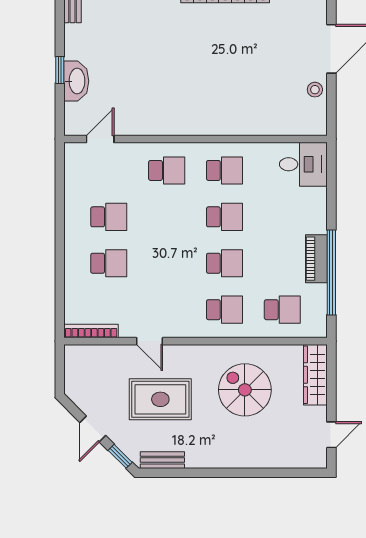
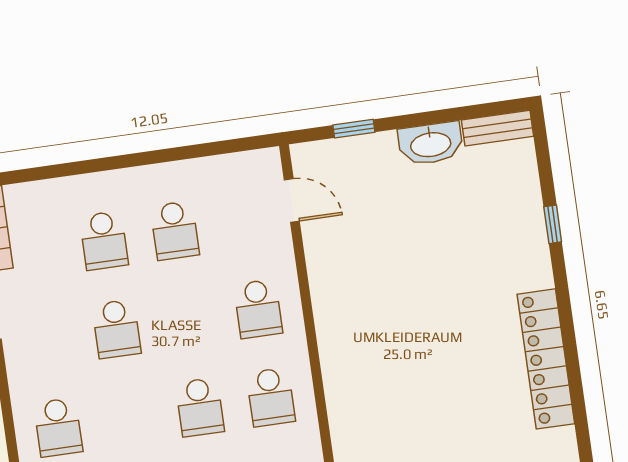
window: (60, 70) -> (354, 129), moved
washbasin: (76, 81) -> (431, 144), moved
school desk: (224, 263) -> (116, 329), moved

